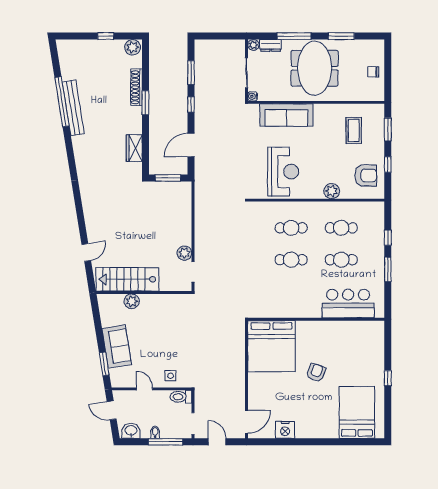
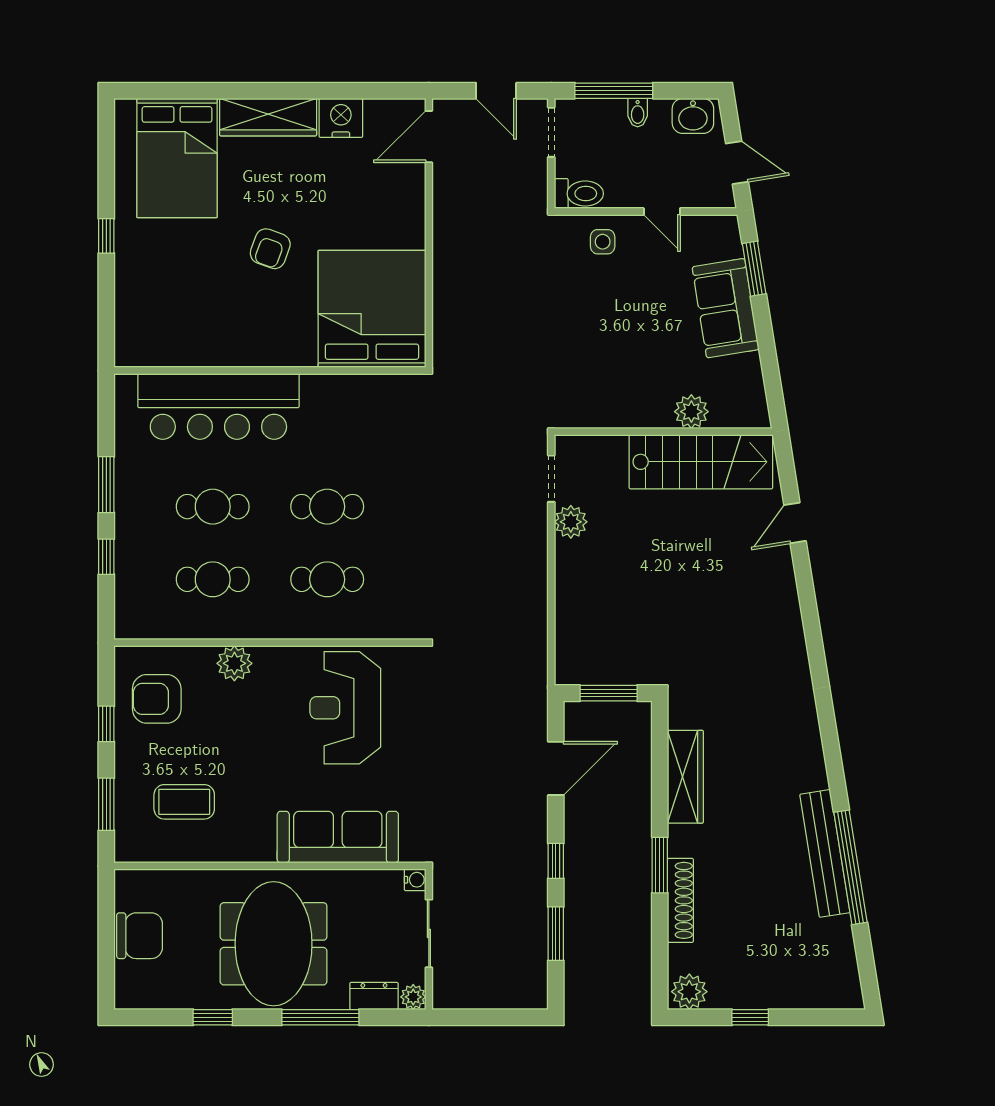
window: (341, 36) -> (213, 1017), width x0.67
chair: (373, 72) -> (140, 936), width x1.87, depth x1.87
coffee table: (354, 130) -> (184, 802), turned 90
wardrobe: (134, 148) -> (685, 777), width x1.50
bar counter: (348, 304) -> (218, 406), width x1.36
wardrobe: (317, 430) -> (268, 117), added

